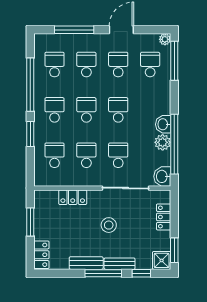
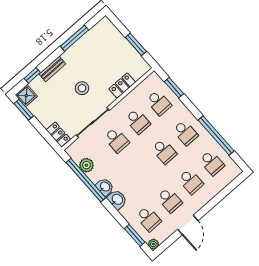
window: (74, 30) -> (219, 197), removed
window: (174, 61) -> (135, 235), width x0.69
school desk: (118, 110) -> (143, 170), removed
window: (30, 134) -> (174, 88), moved
plant: (163, 142) -> (86, 165), moved
washbasin: (162, 176) -> (117, 200), moved
locker: (164, 217) -> (58, 134), moved
locker: (41, 255) -> (109, 29), removed
bench: (86, 263) -> (75, 50), removed
window: (103, 273) -> (75, 38), moved

